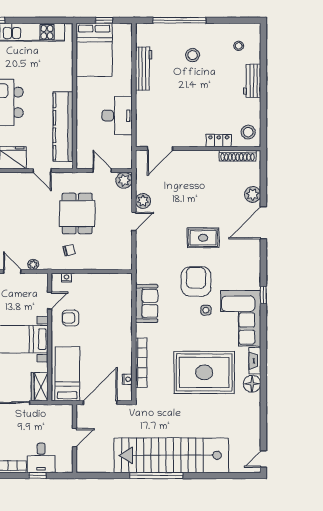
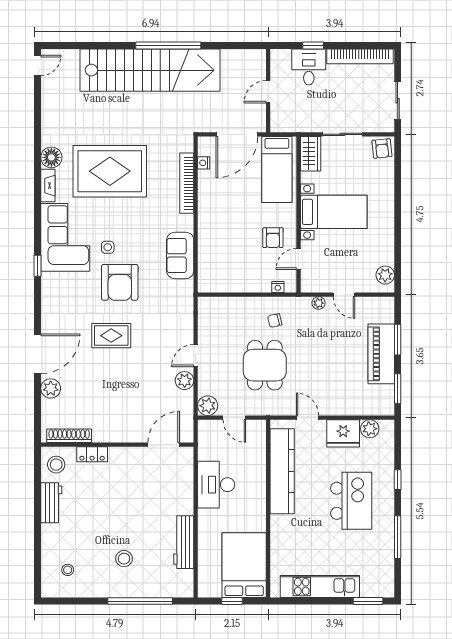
workbench: (252, 81) -> (51, 503), moved
armchair: (71, 318) -> (273, 238), turned 90

